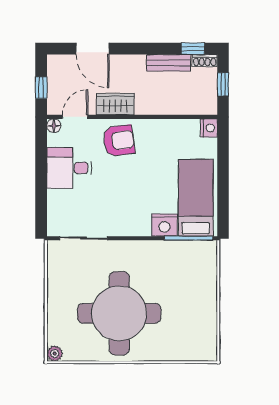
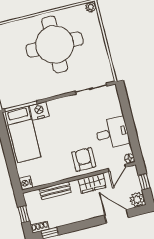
bench: (169, 63) -> (55, 191), moved
plant: (57, 65) -> (137, 199), added
armchair: (119, 141) -> (84, 159), turned 98

